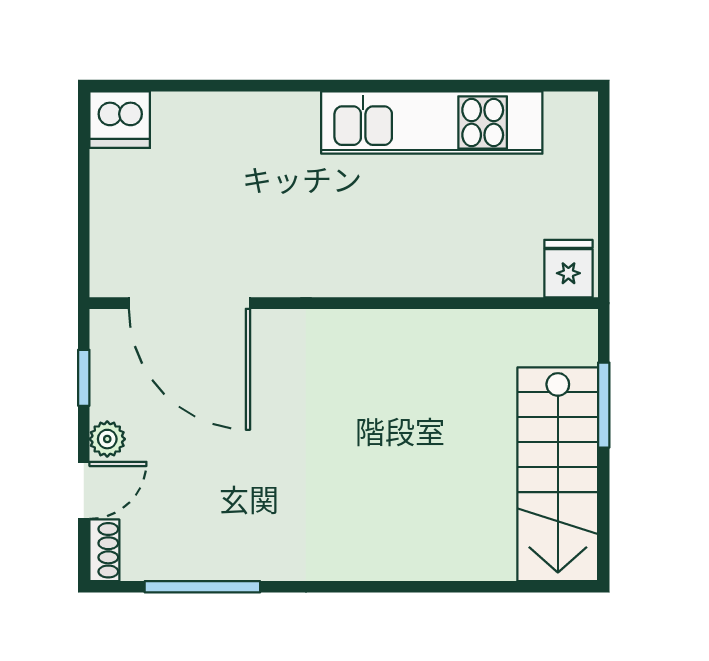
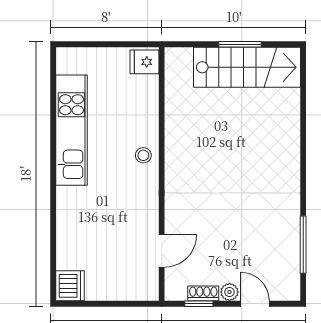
stool: (381, 266) -> (143, 155), added
door: (190, 303) -> (162, 251), width x0.53
window: (604, 405) -> (240, 44), moved
shoe rack: (104, 550) -> (203, 293), moved

